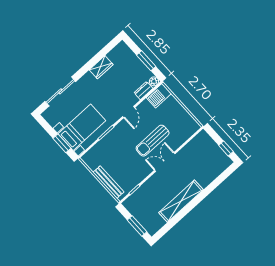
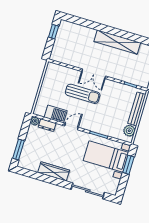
window: (146, 61) -> (18, 150), moved
wardrobe: (101, 67) -> (54, 171), width x1.50
barbecue: (159, 96) -> (56, 114), moved
plant: (93, 163) -> (129, 131), added

